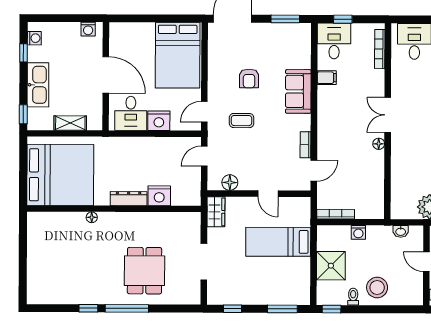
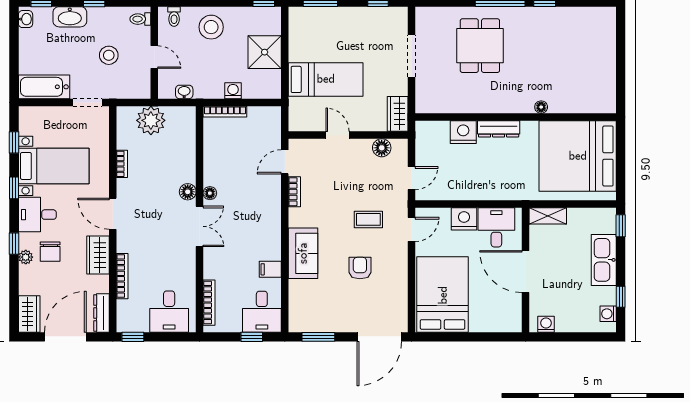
shelving: (70, 123) -> (548, 216), moved
floor lamp: (398, 145) -> (188, 192), added
bookcase: (336, 214) -> (225, 112), moved
toilet: (353, 297) -> (174, 16), moved

